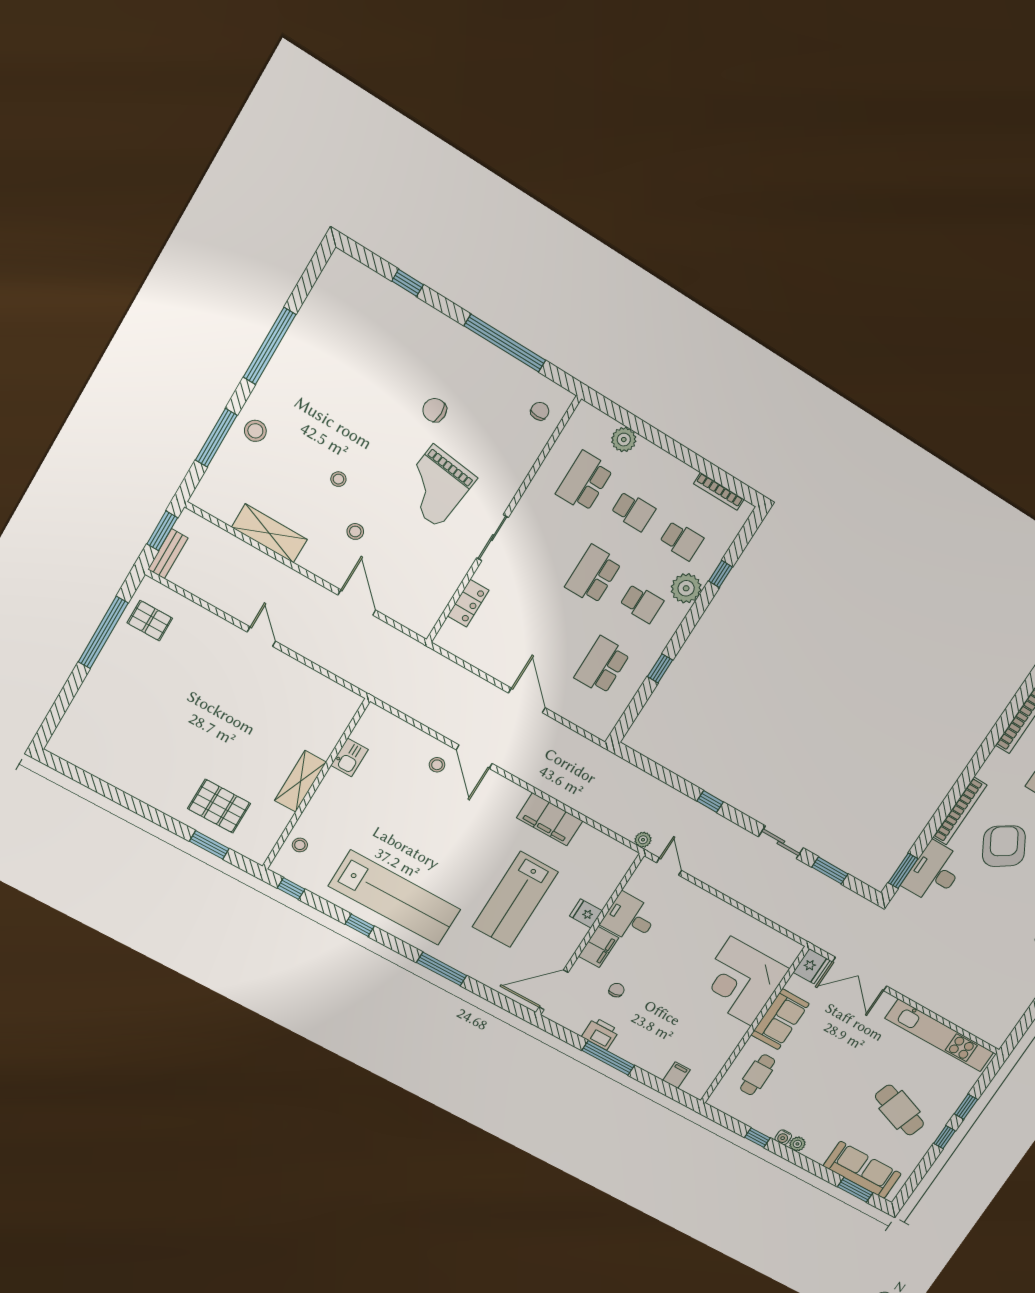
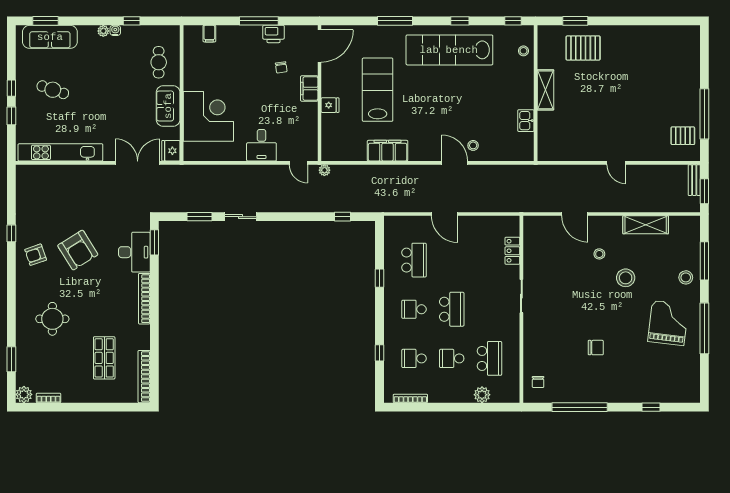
stool: (338, 479) -> (626, 278), width x1.89, depth x1.89
grand piano: (436, 486) -> (668, 323), moved
plant: (686, 588) -> (394, 333), removed
window: (710, 802) -> (343, 217), moved
armchair: (1004, 846) -> (78, 250), moved
desk: (630, 918) -> (261, 145), moved, turned 90
cafe table: (899, 1110) -> (53, 90), width x0.73, depth x0.74

